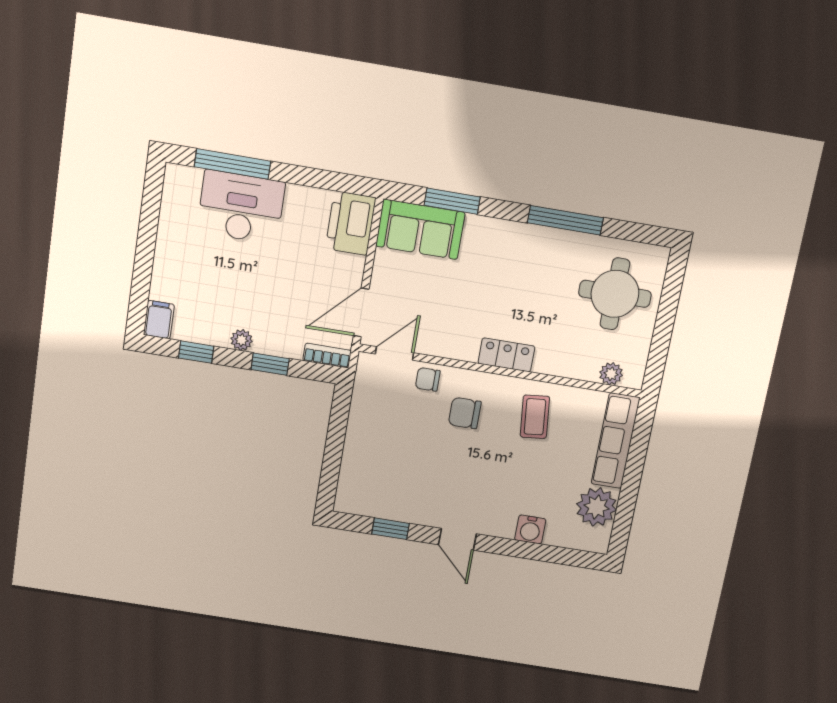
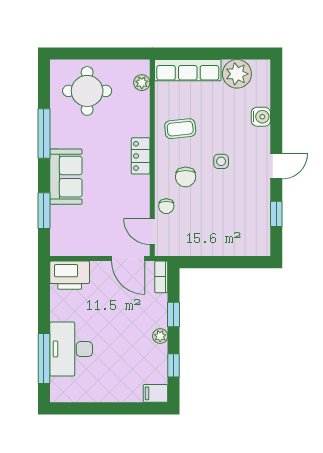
sofa: (420, 229) -> (66, 177), moved
side table: (478, 466) -> (221, 161), added

